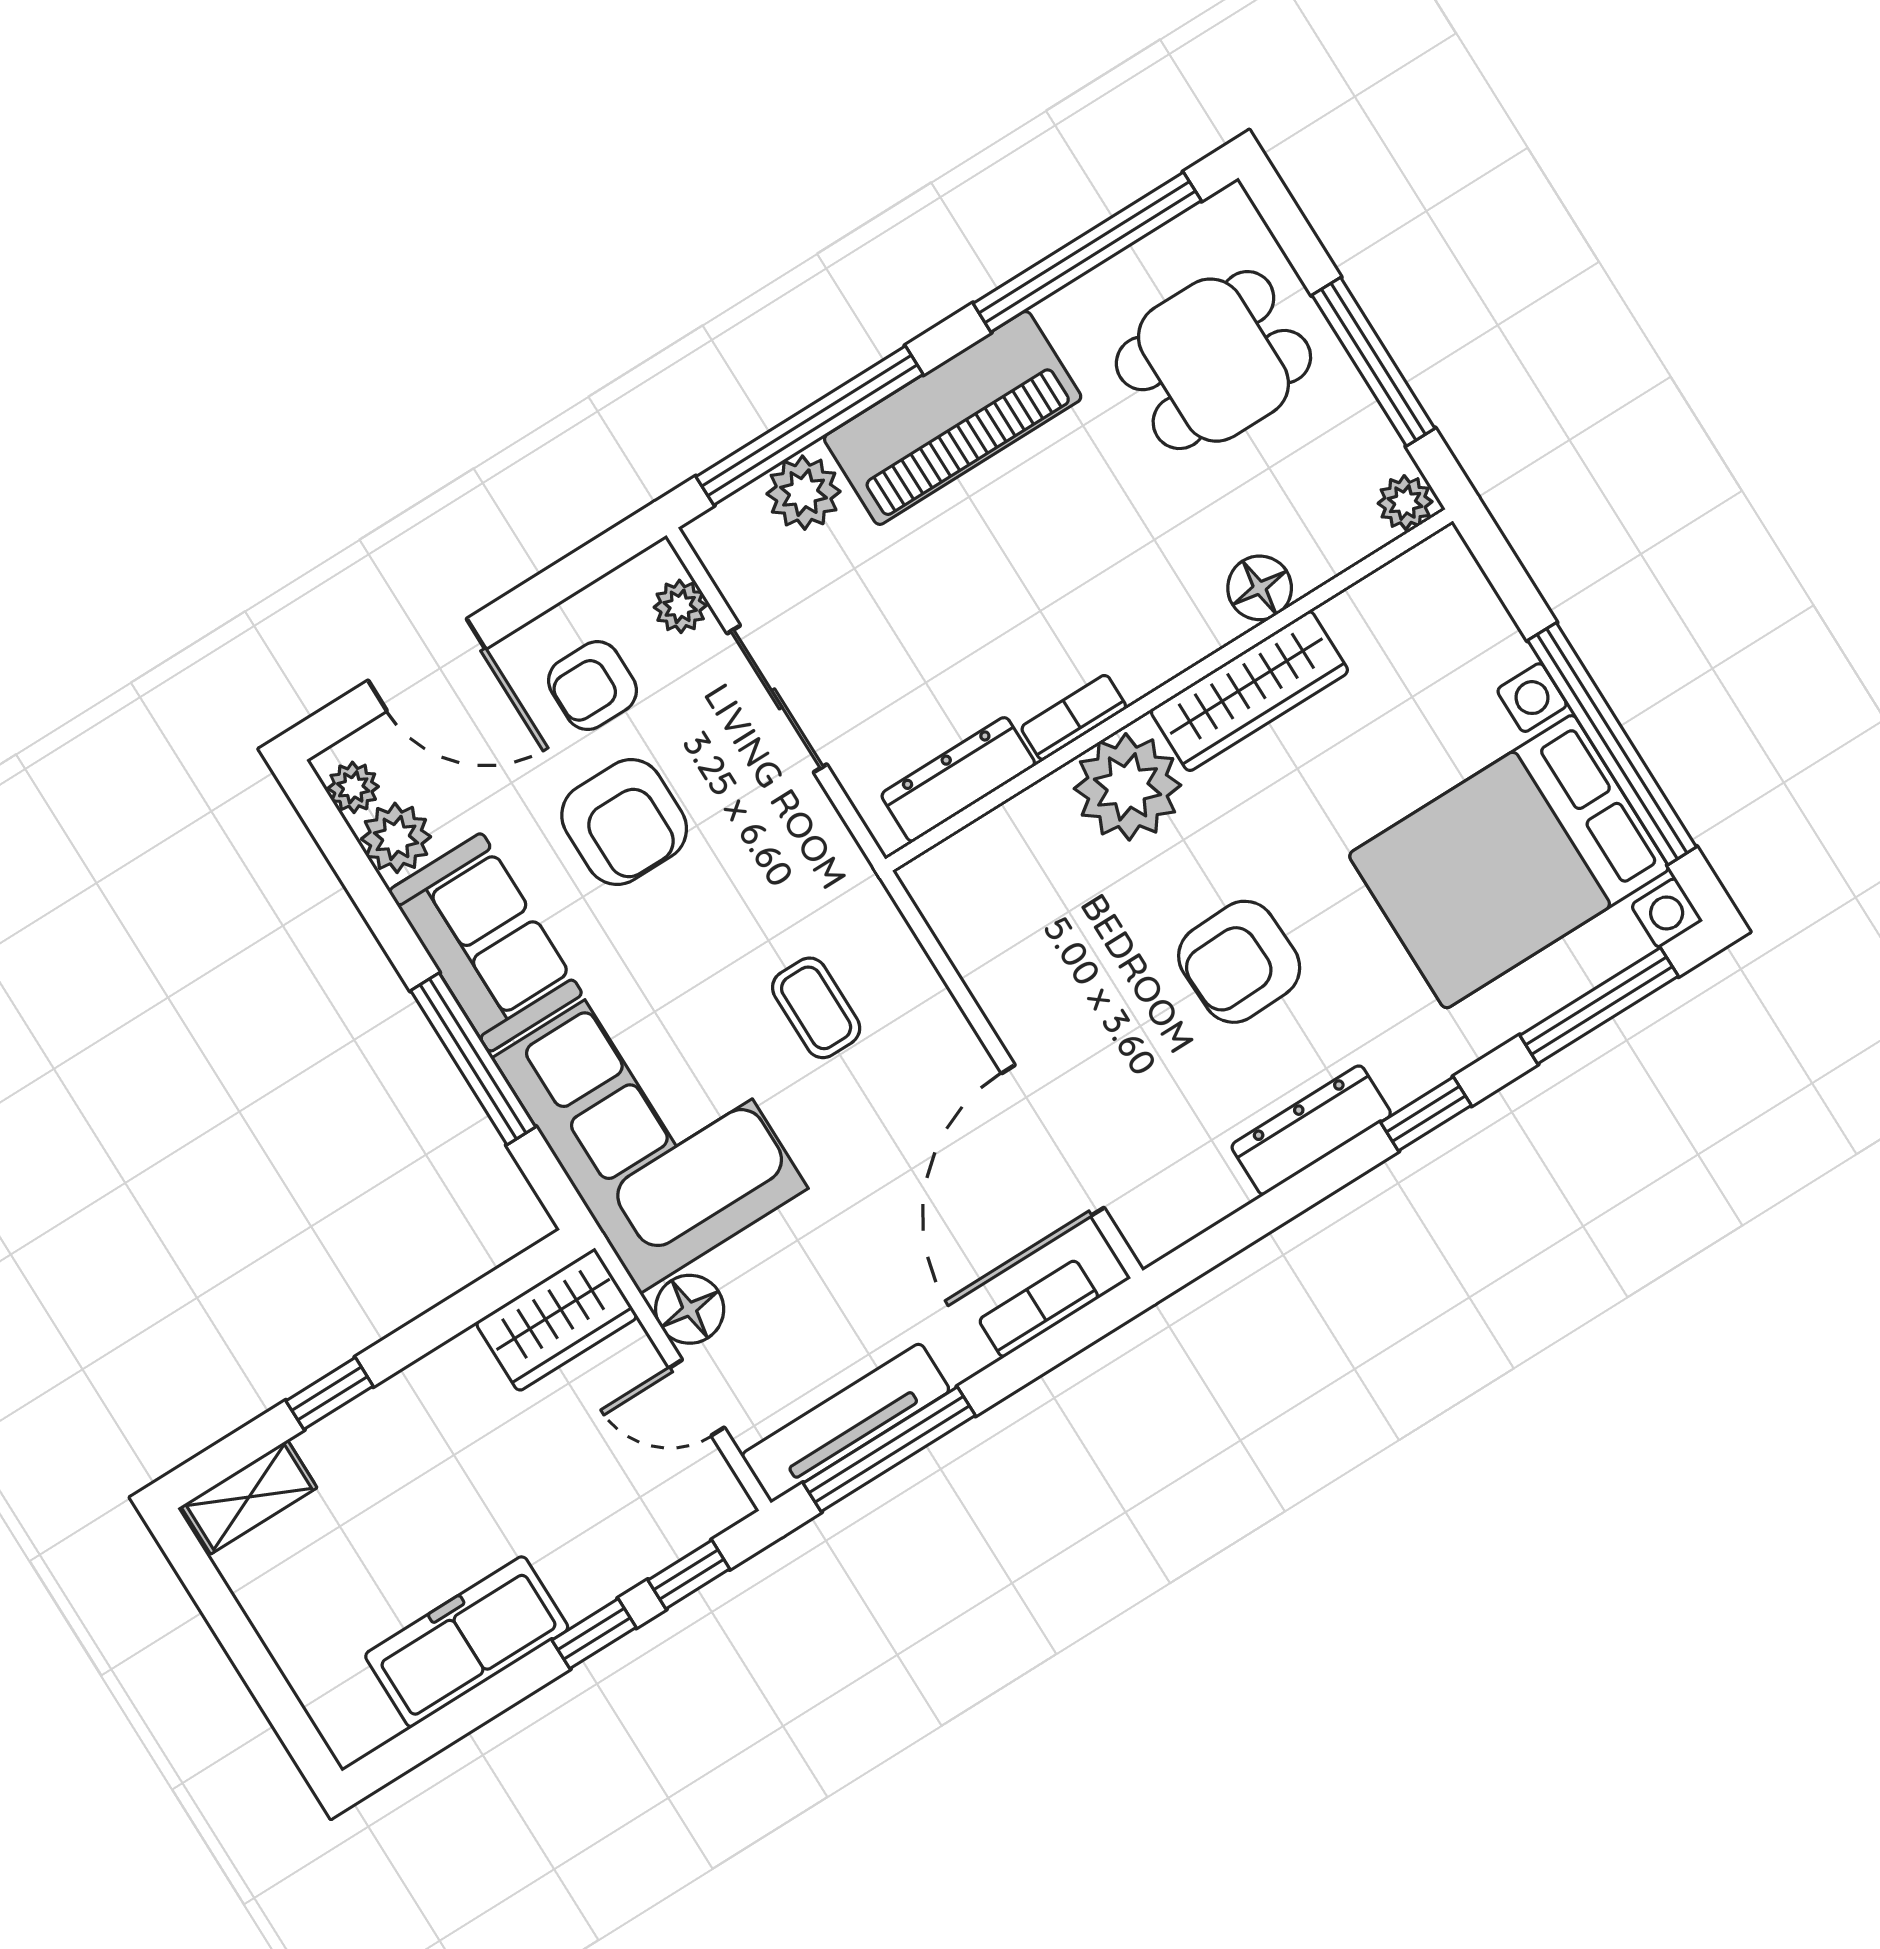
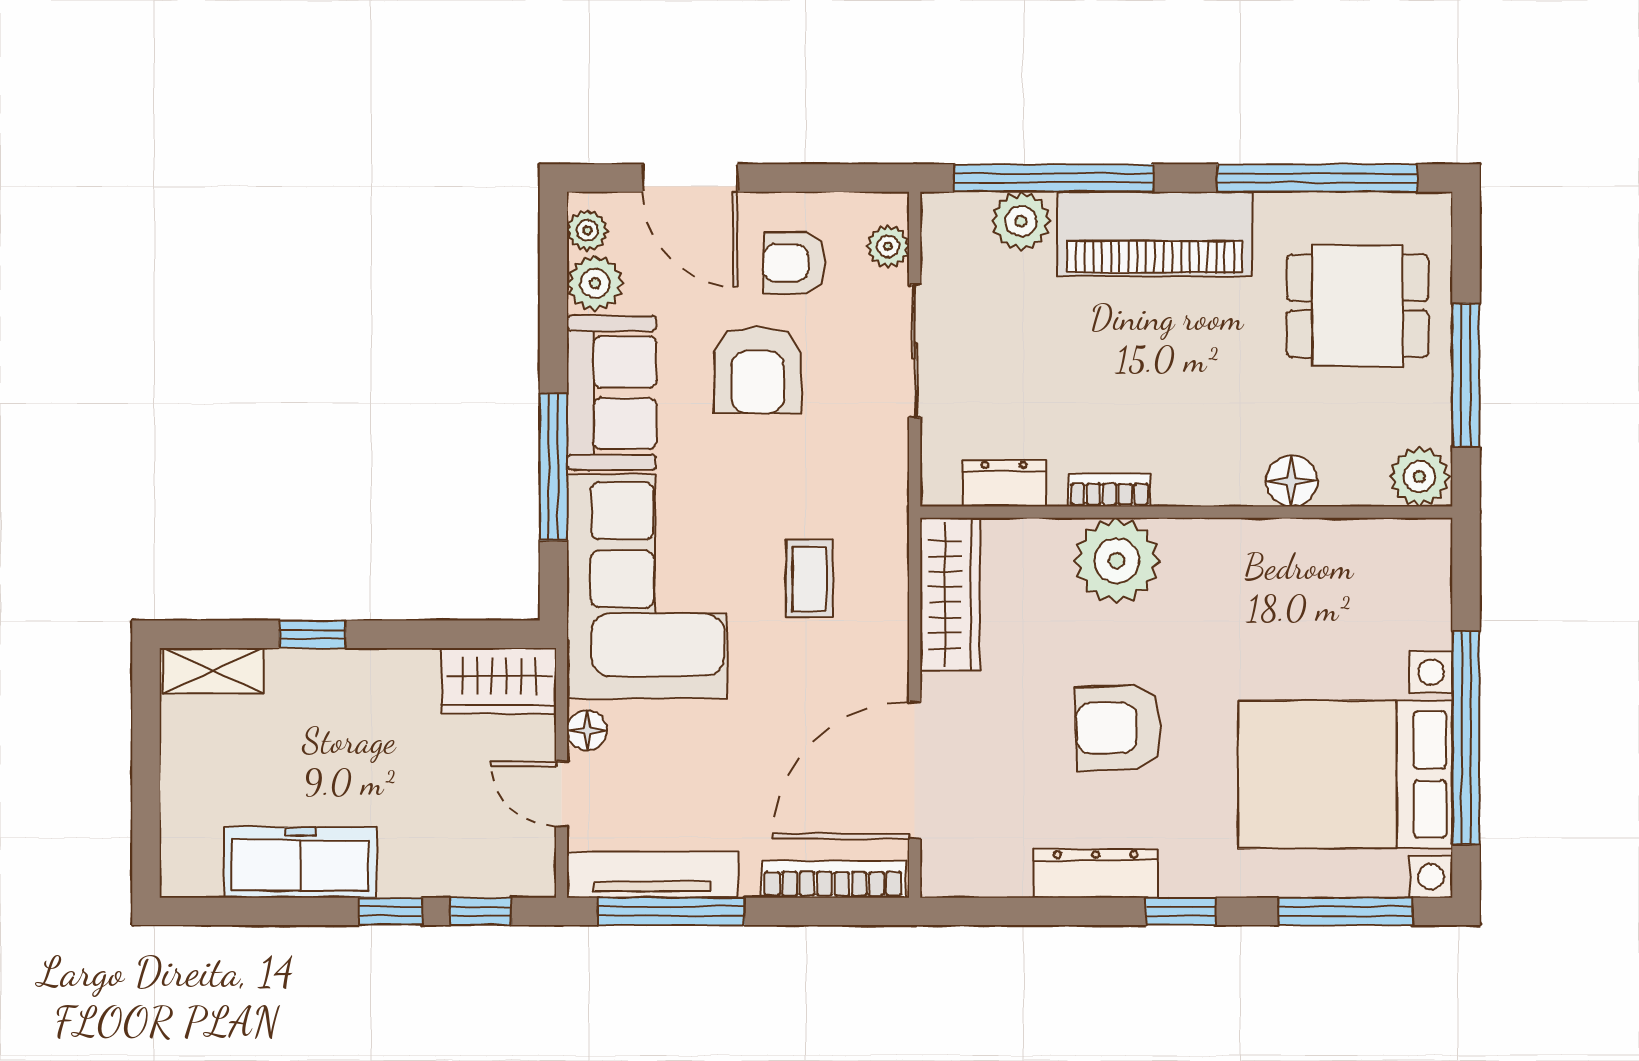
plant: (1405, 503) -> (1419, 477), width x1.38, depth x1.38
wardrobe: (1249, 691) -> (950, 594), moved, turned -90
dresser: (958, 779) -> (1004, 483), width x0.70
floor lamp: (690, 1309) -> (587, 730), width x0.73, depth x0.73
bookcase: (1039, 1309) -> (833, 879), width x1.56

